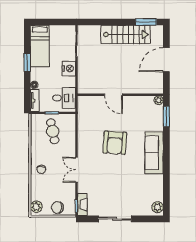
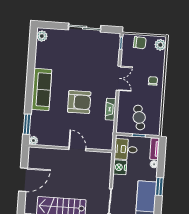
nightstand: (69, 68) -> (120, 167), moved
armchair: (115, 143) -> (79, 102), turned 86
fireplace: (82, 204) -> (111, 109), moved

